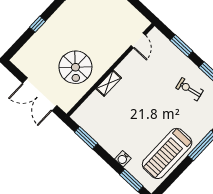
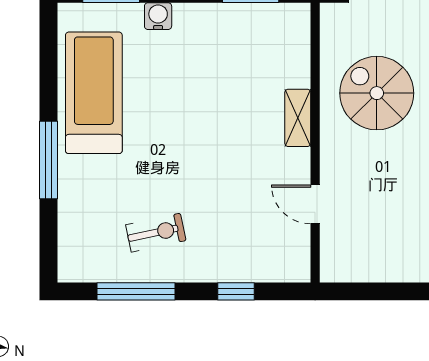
door: (138, 40) -> (315, 204), moved
window: (181, 46) -> (236, 291), width x0.67

